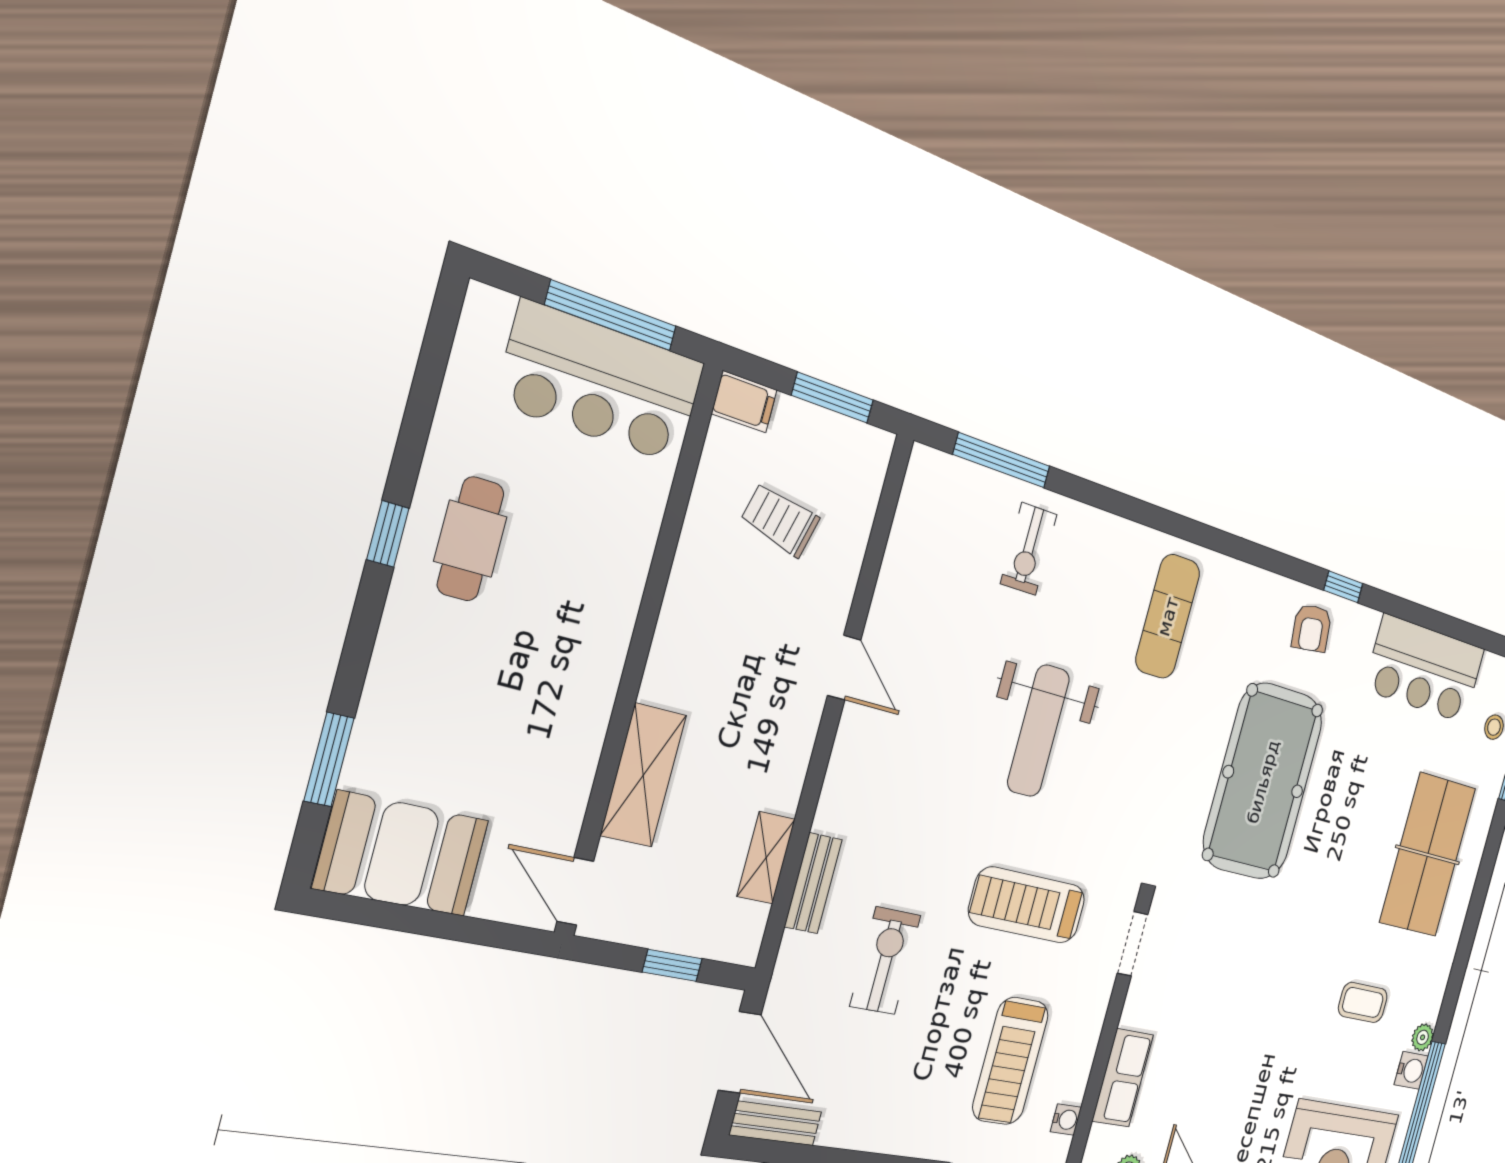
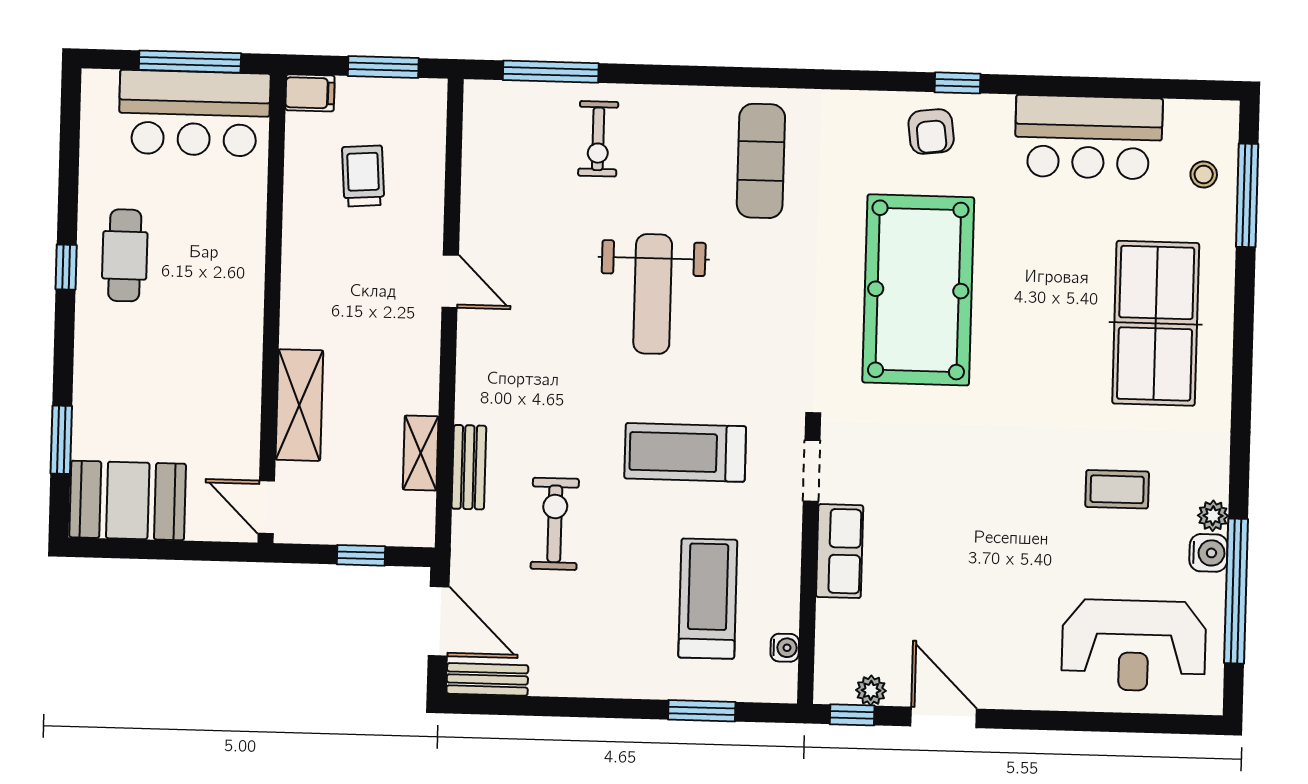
trolley: (780, 520) -> (363, 176), turned 72
treadmill: (1010, 1061) -> (708, 599), turned 180
row of seats: (1123, 1078) -> (840, 551), moved

